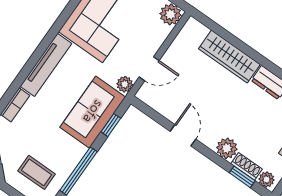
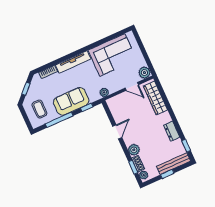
wardrobe: (229, 57) -> (155, 98), moved
door: (149, 69) -> (132, 86), moved
sofa: (93, 112) -> (71, 101), moved

